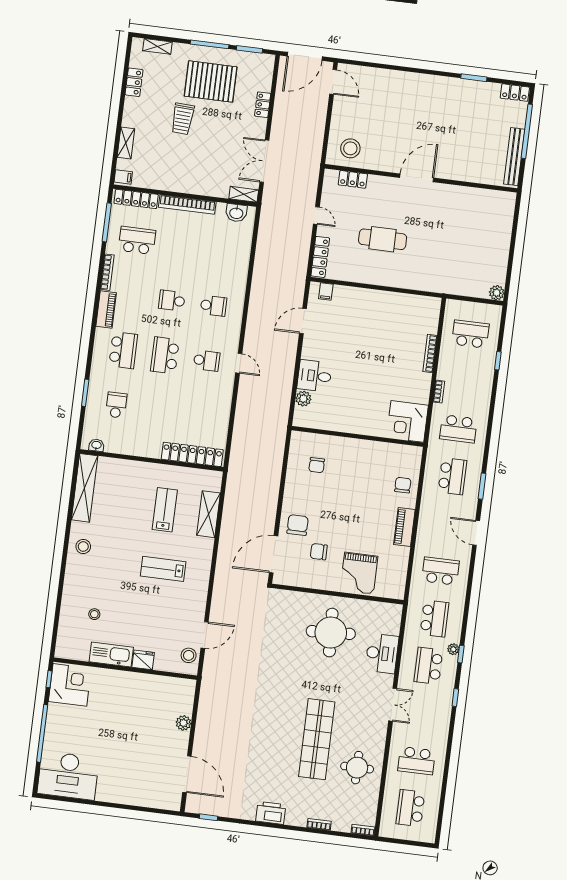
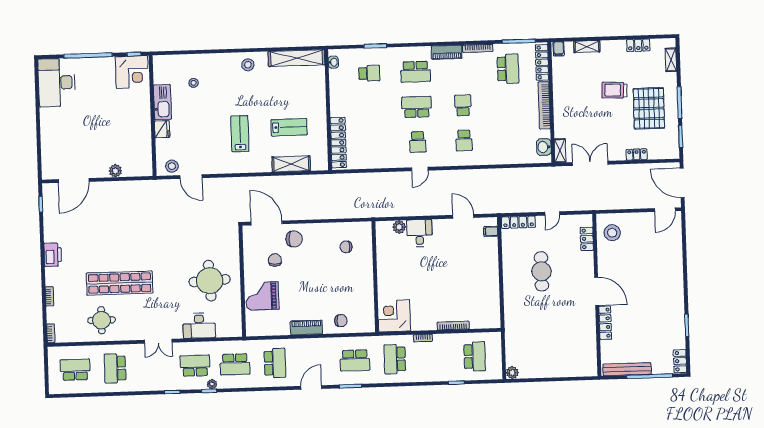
locker: (455, 174) -> (605, 323), added

